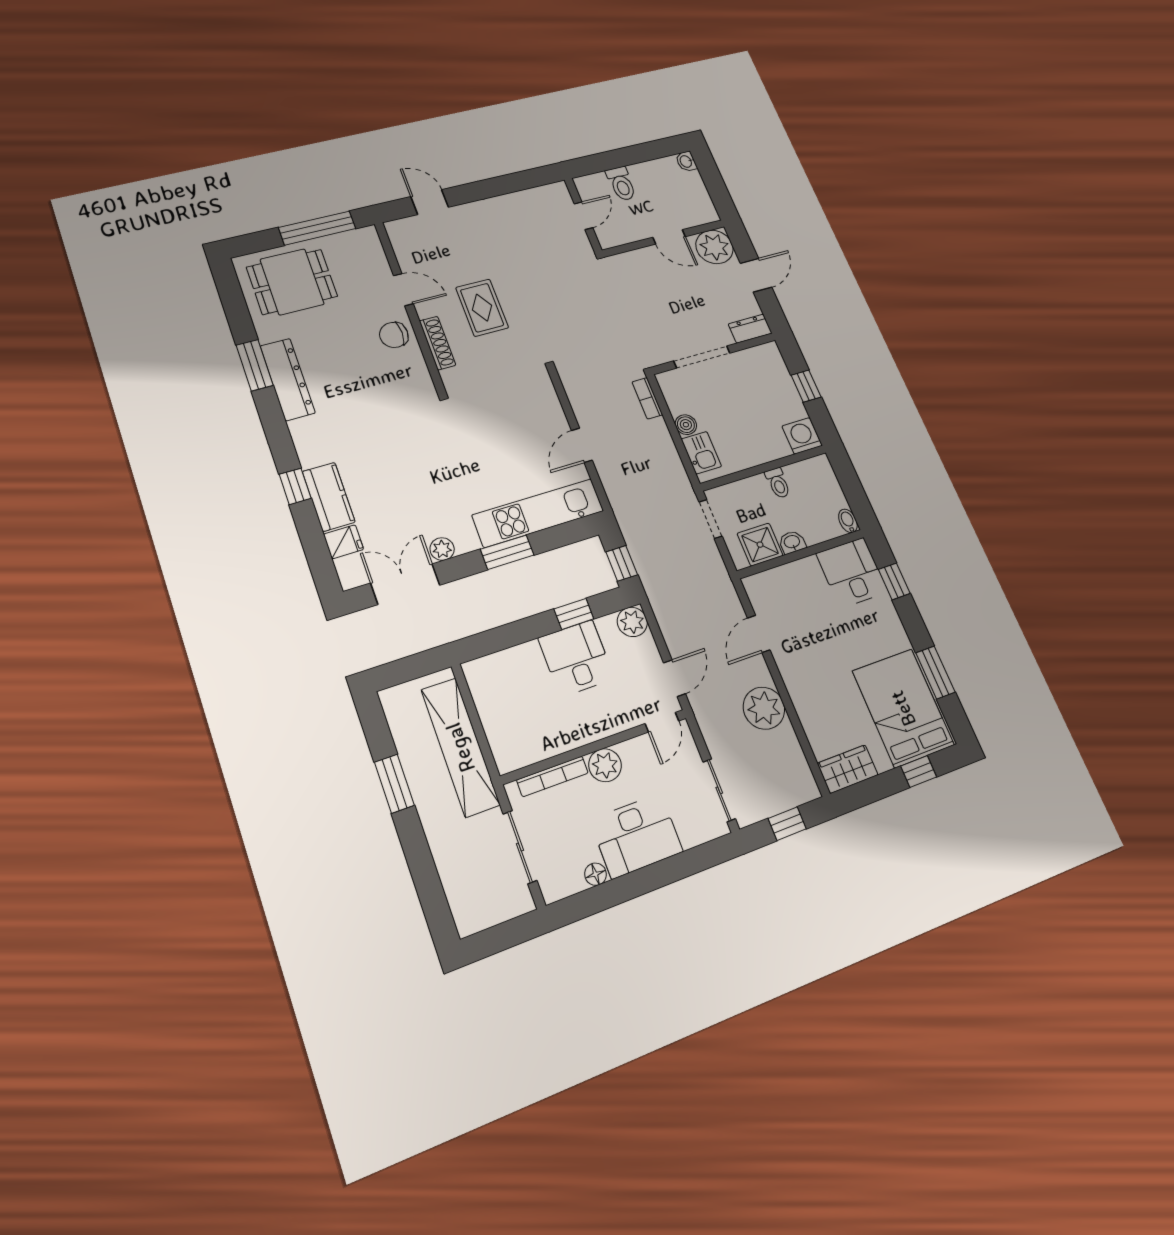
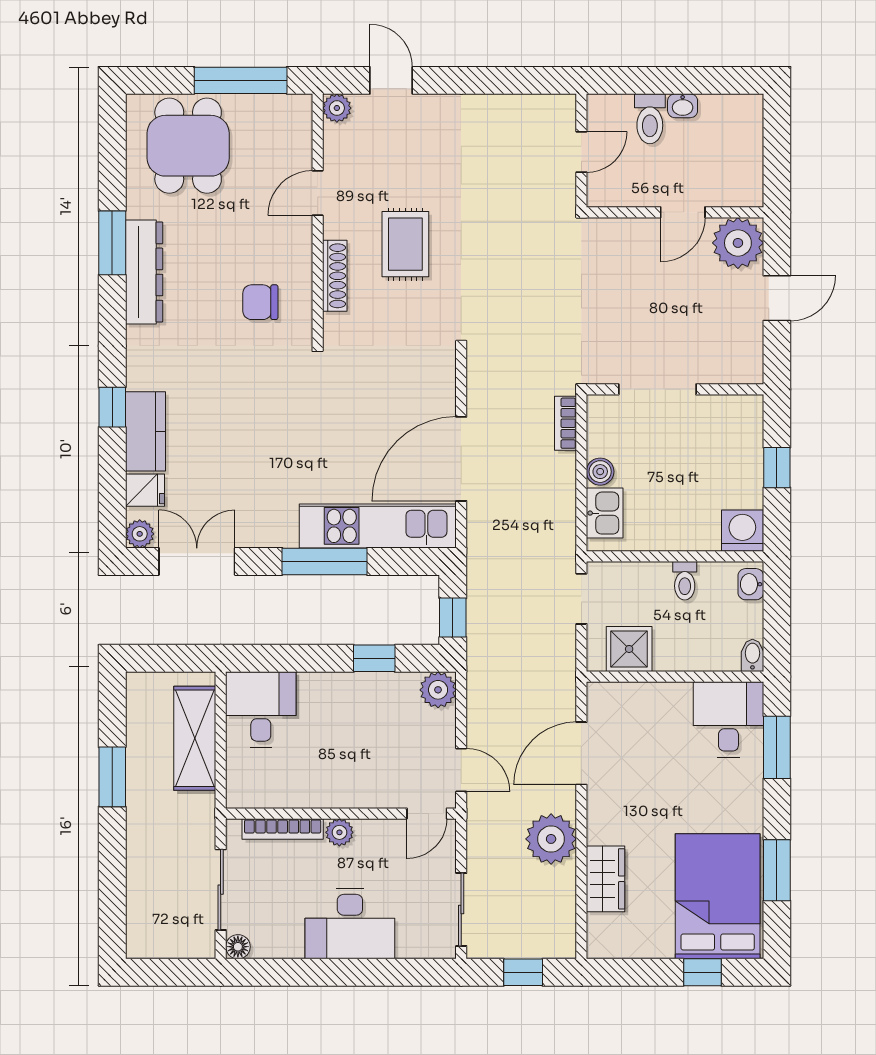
washbasin: (686, 161) -> (683, 106), moved, turned -90
plant: (397, 229) -> (337, 108), added
door: (669, 237) -> (683, 212), hinge flipped
dining table: (292, 282) -> (188, 146), turned 90
door: (403, 290) -> (318, 193), swing flipped
dresser: (750, 329) -> (737, 369), removed
chair: (394, 335) -> (260, 302), moved
door: (582, 445) -> (461, 459), width x1.87
washbasin: (792, 542) -> (751, 584), moved, turned -90
plant: (442, 549) -> (140, 534), moved
window: (507, 552) -> (325, 561), width x1.44
window: (894, 581) -> (777, 747), width x1.50
door: (759, 634) -> (581, 753), width x1.37
desk: (576, 658) -> (261, 709), moved
door: (675, 678) -> (461, 770), hinge flipped
shelving: (460, 747) -> (195, 738), width x0.68
plant: (605, 765) -> (339, 832), width x0.73, depth x0.73
wardrobe: (848, 769) -> (606, 879), moved, turned 90
floor lamp: (596, 874) -> (238, 947), moved

